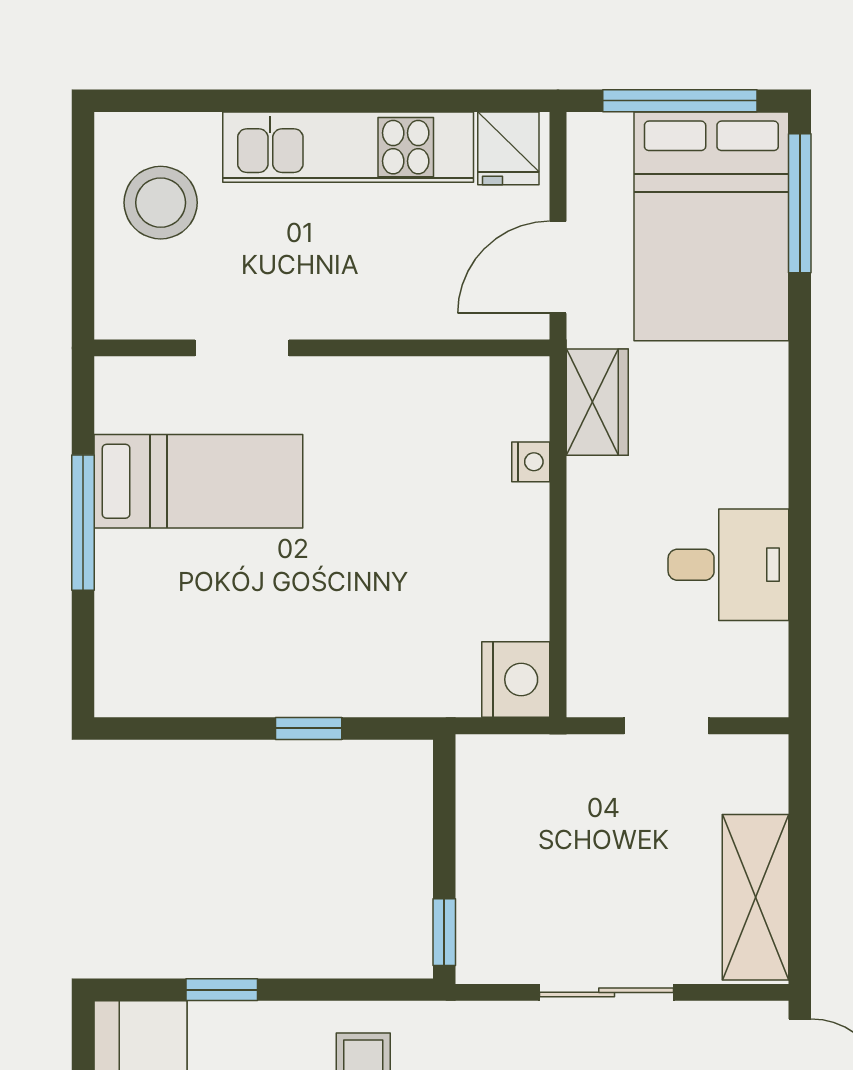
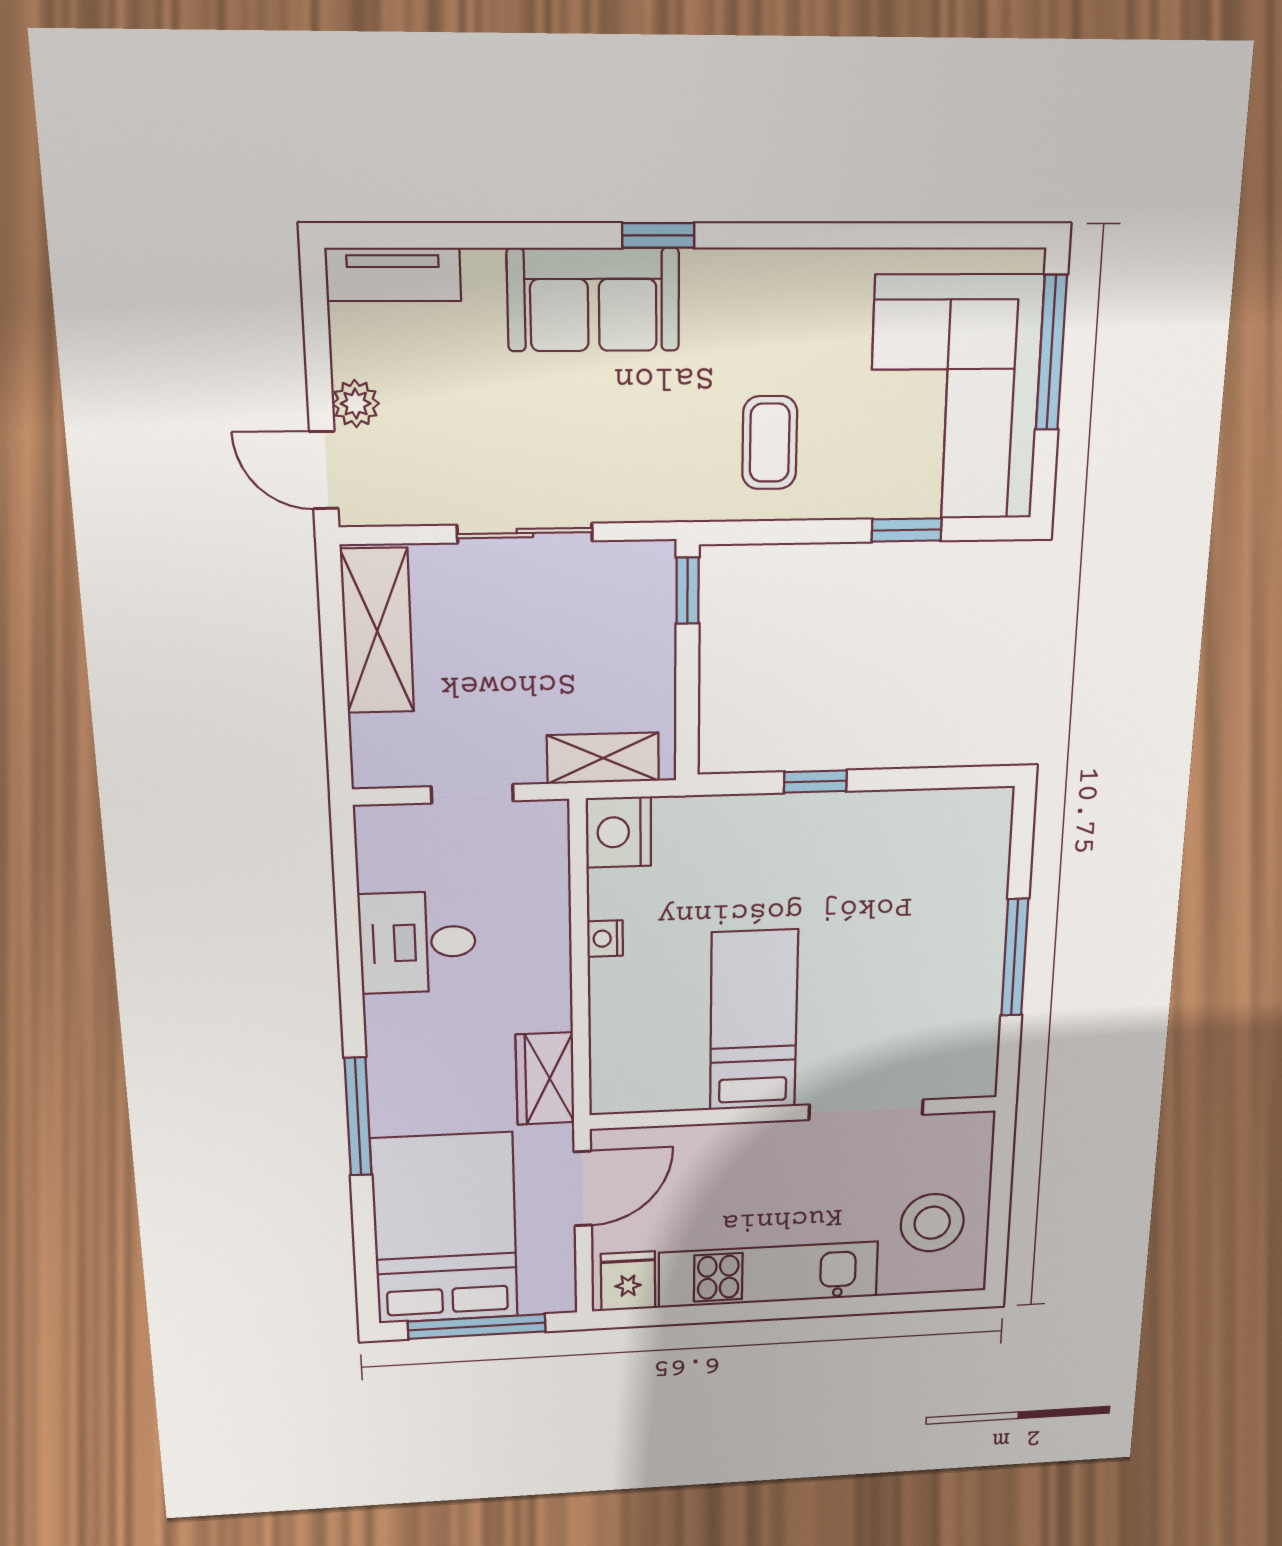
window: (800, 203) -> (358, 1117), moved
doorway: (242, 348) -> (866, 1110), width x1.38
nightstand: (531, 462) -> (605, 939), moved
bed: (198, 481) -> (754, 1021), moved, turned 90
shelving: (531, 760) -> (603, 758), added

